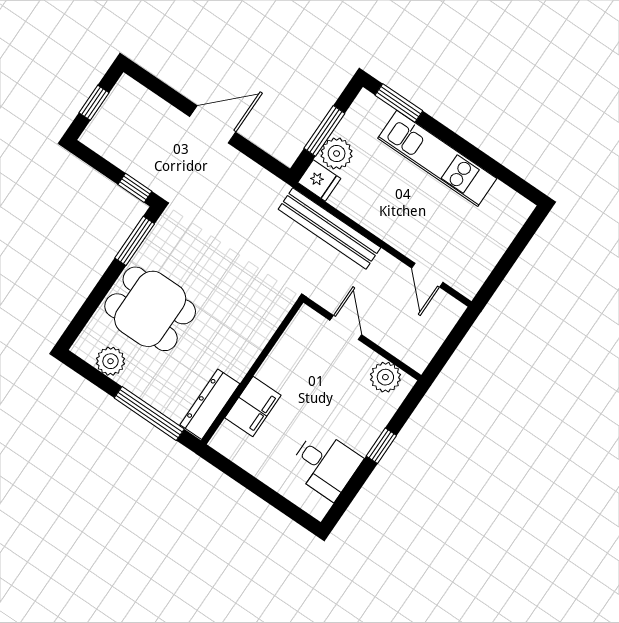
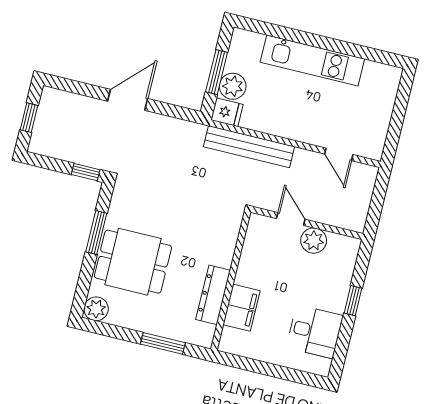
window: (399, 103) -> (266, 29), removed
window: (135, 241) -> (96, 232), moved
plant: (111, 361) -> (96, 309), moved
plant: (385, 377) -> (314, 241), moved
dresser: (210, 404) -> (213, 295), moved
window: (149, 413) -> (163, 343), width x0.69

